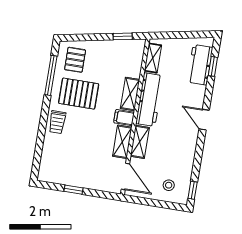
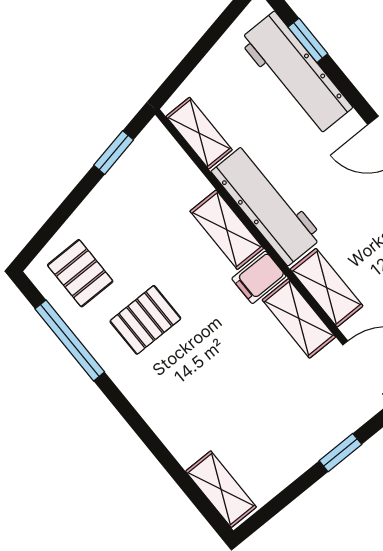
workbench: (200, 65) -> (296, 74), width x1.37
pallet: (79, 94) -> (145, 320), width x0.67, depth x0.71
trolley: (57, 122) -> (162, 402), removed
shelving: (46, 165) -> (221, 489), added
window: (74, 190) -> (340, 453), moved

